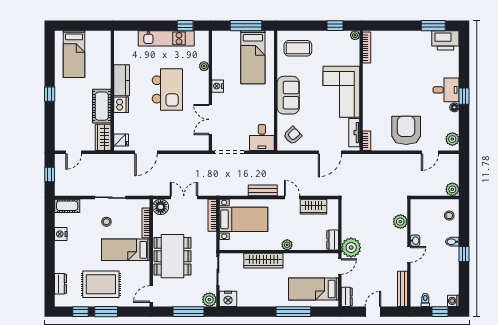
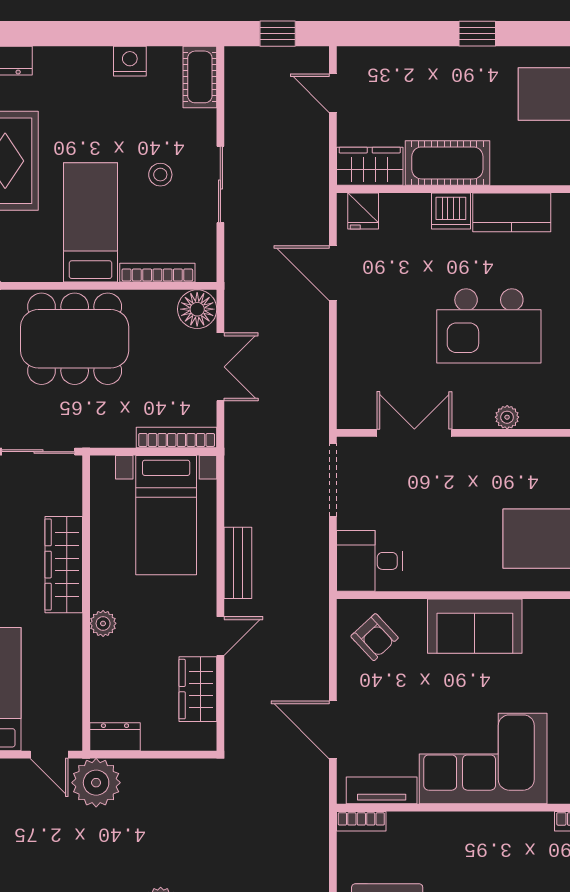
plant: (204, 66) -> (507, 417), moved
nightstand: (218, 86) -> (498, 451), removed

